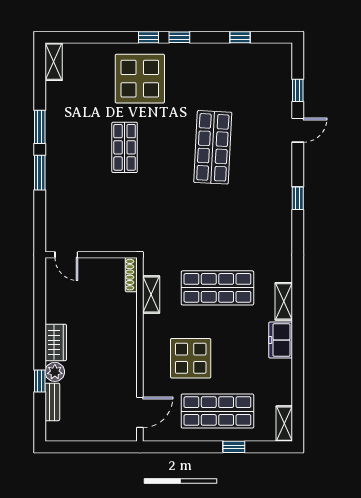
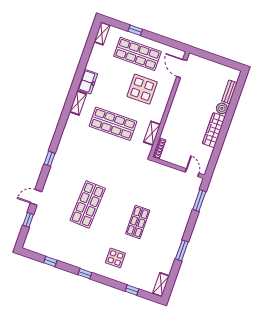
window: (149, 37) -> (132, 290), moved
display table: (140, 79) -> (115, 258), width x0.54, depth x0.54
window: (40, 173) -> (199, 201), moved
wardrobe: (56, 342) -> (214, 130), width x1.50
window: (40, 381) -> (232, 106), removed
door: (140, 412) -> (182, 68), hinge flipped

